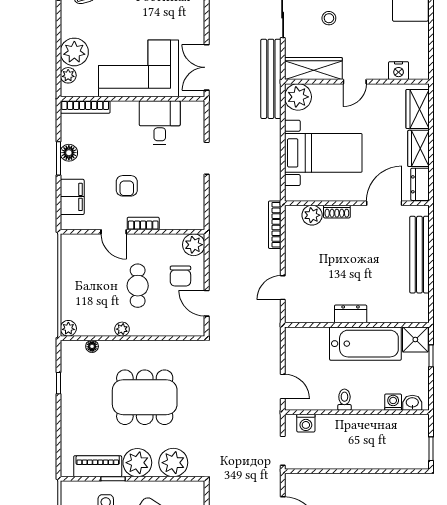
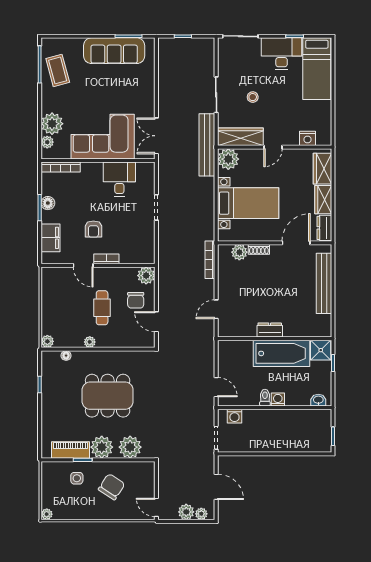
washing machine: (393, 402) -> (278, 400), moved

